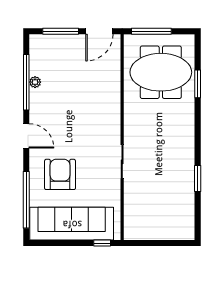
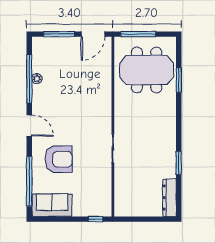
armchair: (60, 174) -> (59, 159), turned 90
dresser: (187, 219) -> (169, 198), added
sofa: (72, 224) -> (52, 205), width x0.54, depth x0.79

